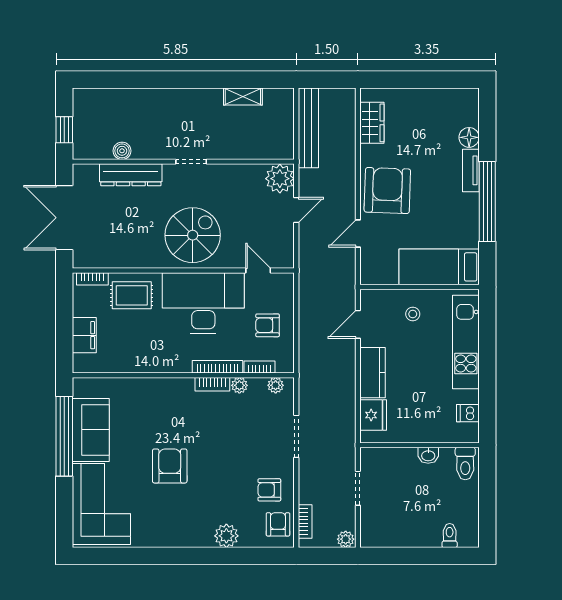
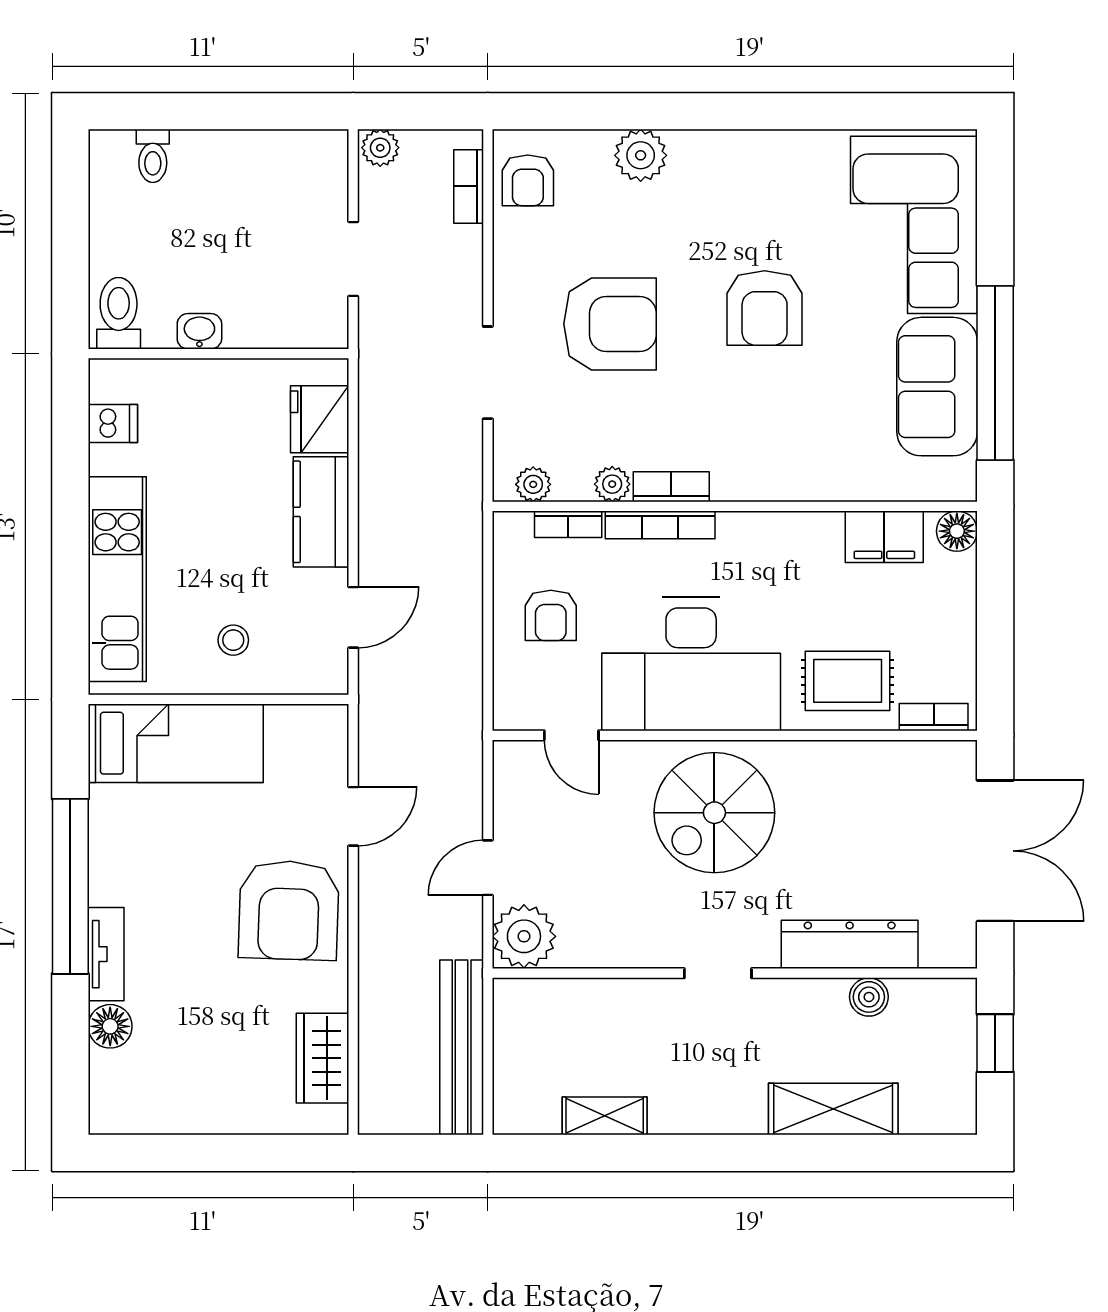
shelving: (138, 100) -> (833, 1109), added
armchair: (268, 325) -> (551, 615), turned 90
filing cabinet: (84, 335) -> (884, 537), moved, turned -90
floor lamp: (82, 364) -> (957, 531), added
armchair: (269, 490) -> (610, 324), moved, width x1.88, depth x1.88

